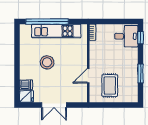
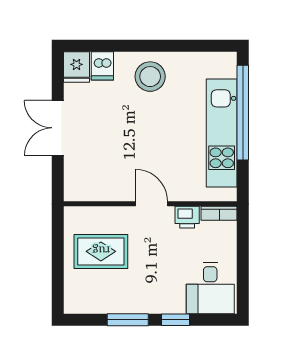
window: (140, 38) -> (175, 320), moved
printer: (94, 47) -> (187, 217), added
stool: (47, 62) -> (150, 77), moved
door: (88, 76) -> (152, 204), moved

